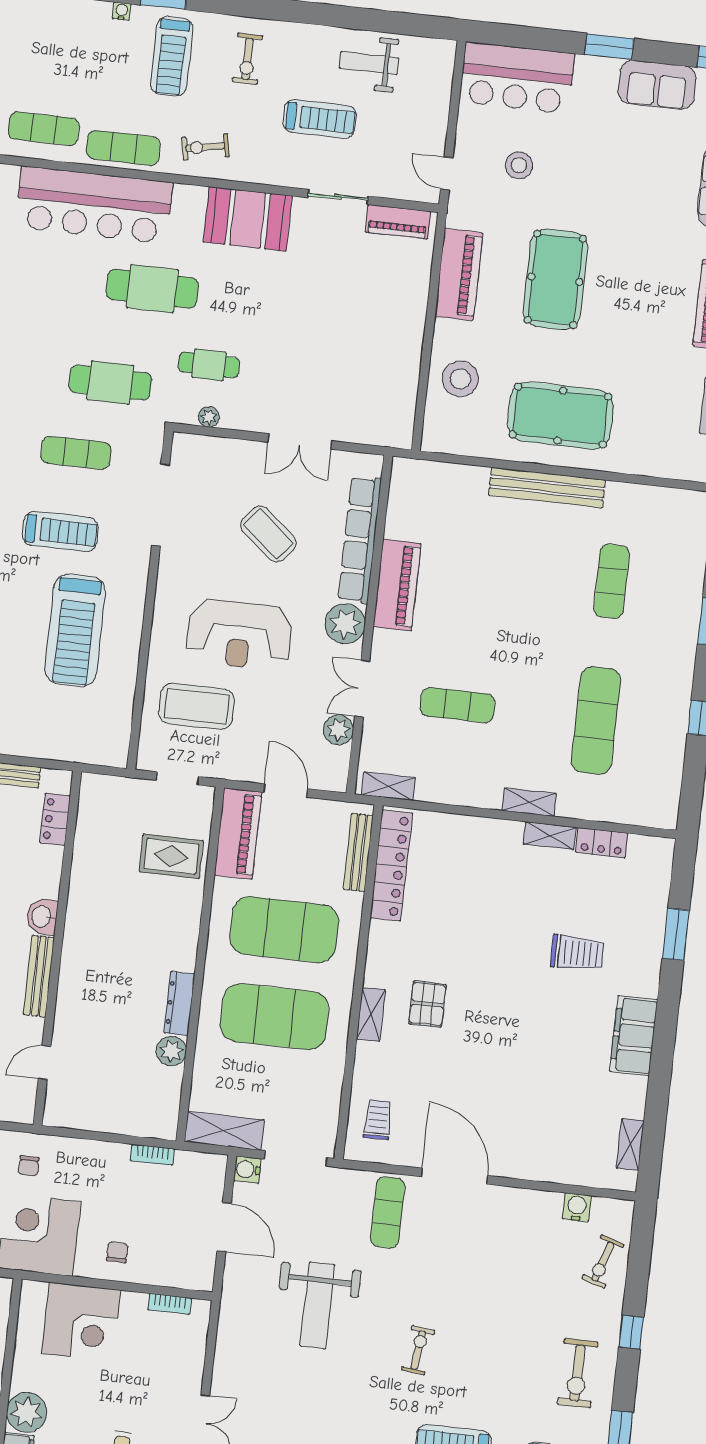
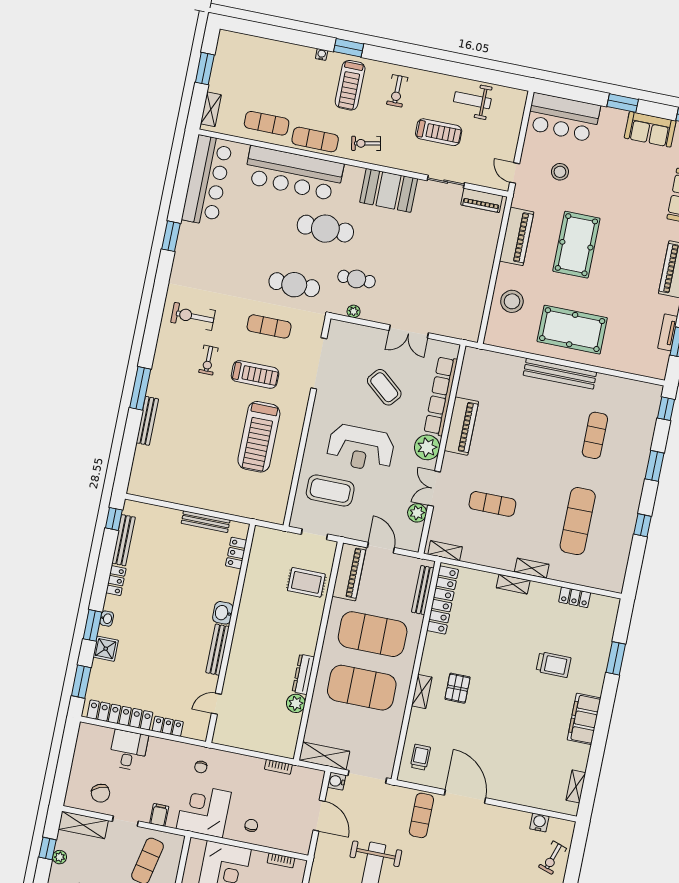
shelving: (550, 836) -> (513, 584), moved

